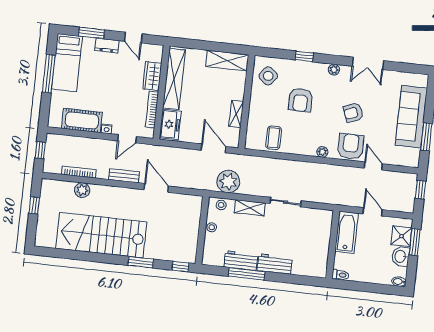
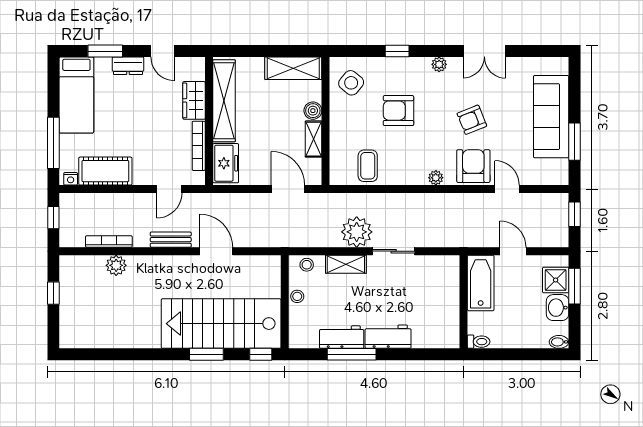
window: (49, 74) -> (53, 143), moved
boiler: (238, 93) -> (313, 111), added
armchair: (300, 100) -> (398, 111), turned 90
nightstand: (107, 129) -> (71, 179), moved
plant: (228, 182) -> (357, 232), moved
stairs: (101, 235) -> (221, 324), moved

